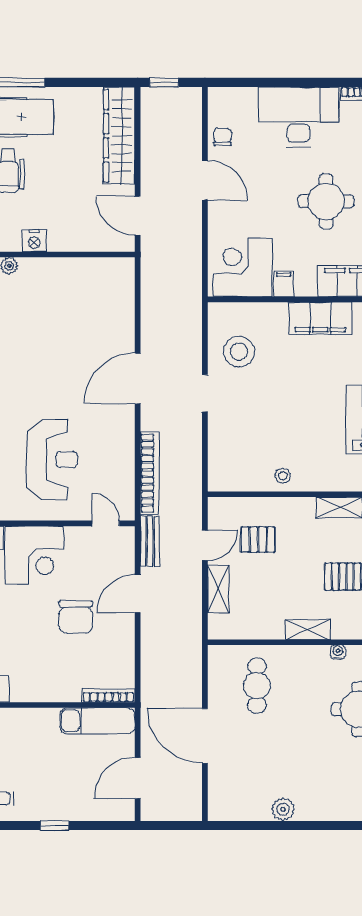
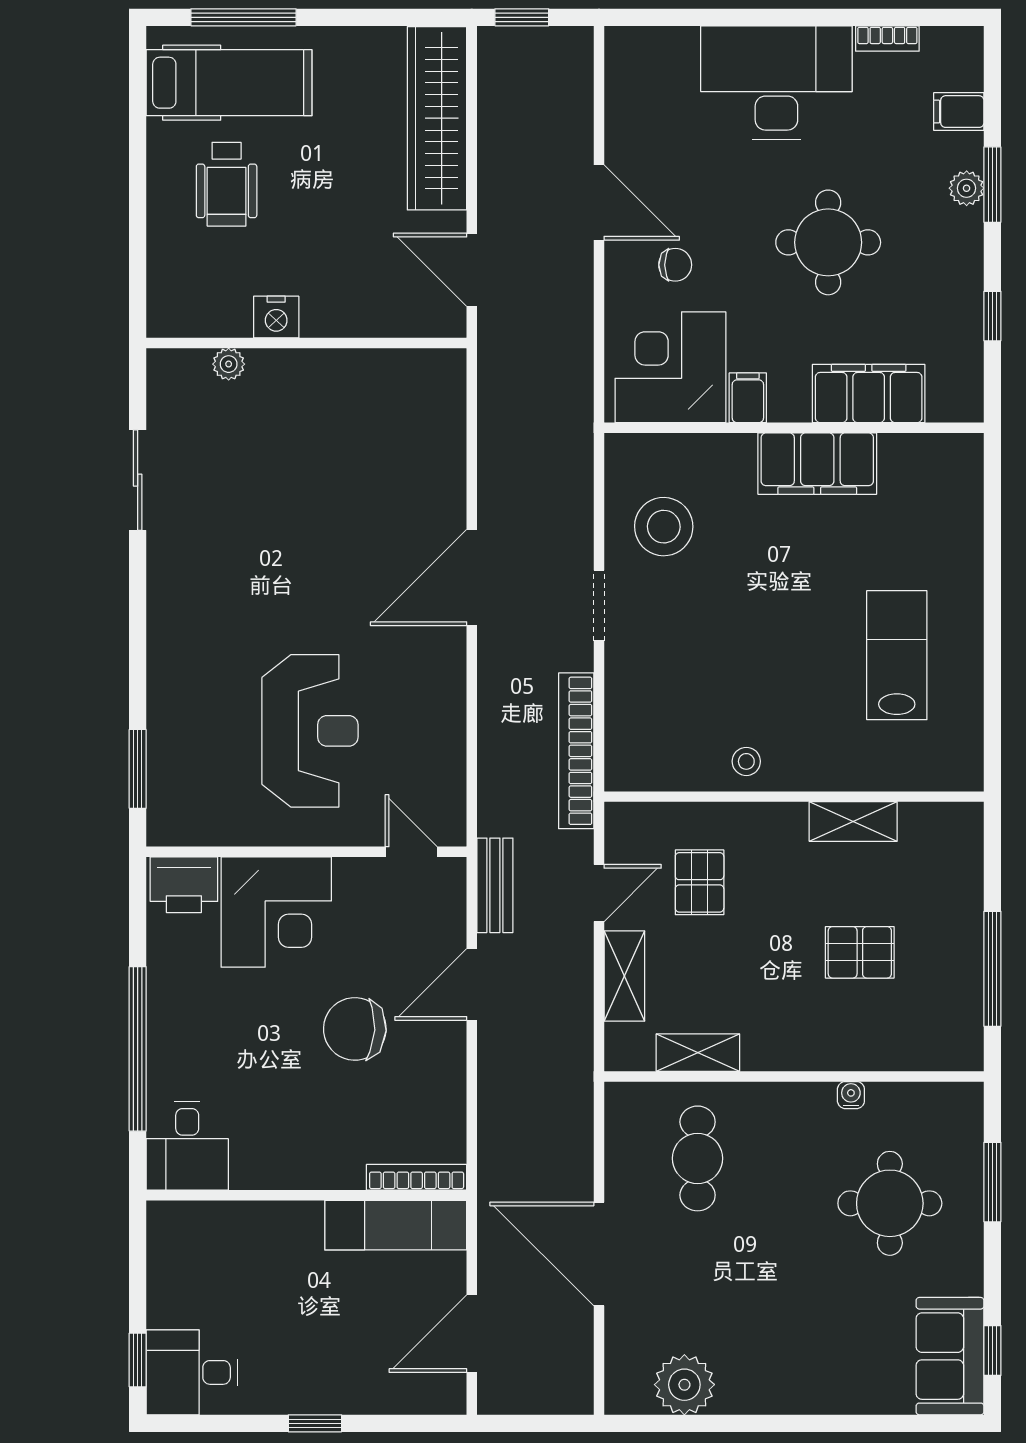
chair: (223, 137) -> (675, 265), moved, turned 90
bookcase: (150, 473) -> (576, 751), moved, turned 180
pallet: (258, 540) -> (700, 882), turned 90
chair: (76, 617) -> (355, 1029), turned 93
shelving: (308, 630) -> (698, 1053), moved
plant: (283, 809) -> (684, 1385), moved, width x1.36, depth x1.36

